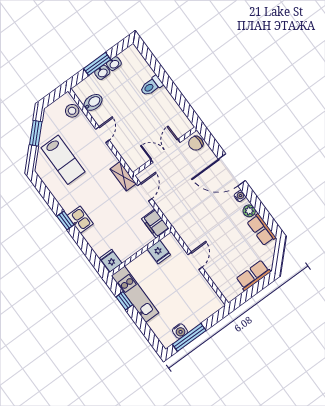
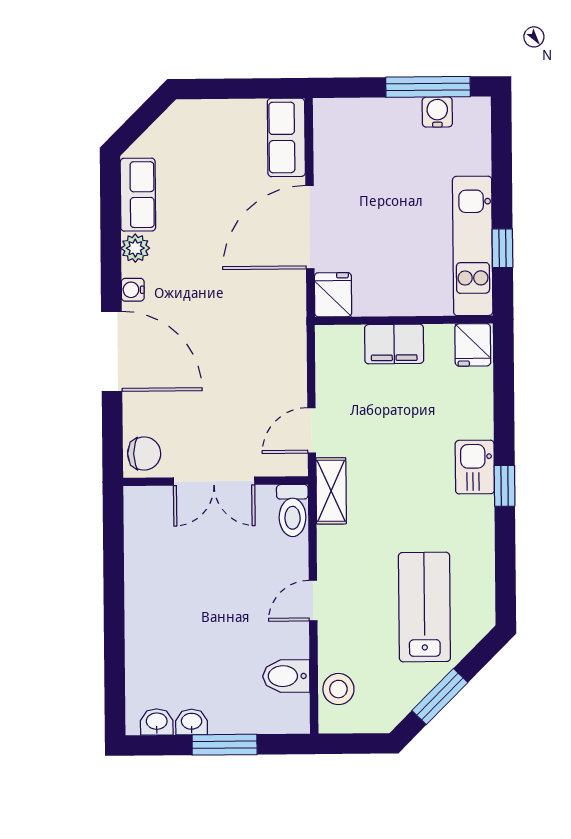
washbasin: (102, 72) -> (157, 722), moved
toilet: (151, 86) -> (292, 511), moved, turned 90
filing cabinet: (155, 224) -> (394, 344), moved, turned 90
fridge: (159, 252) -> (333, 295), moved
door: (195, 261) -> (310, 227), width x1.88
row of seats: (253, 275) -> (286, 137), moved, turned 90

